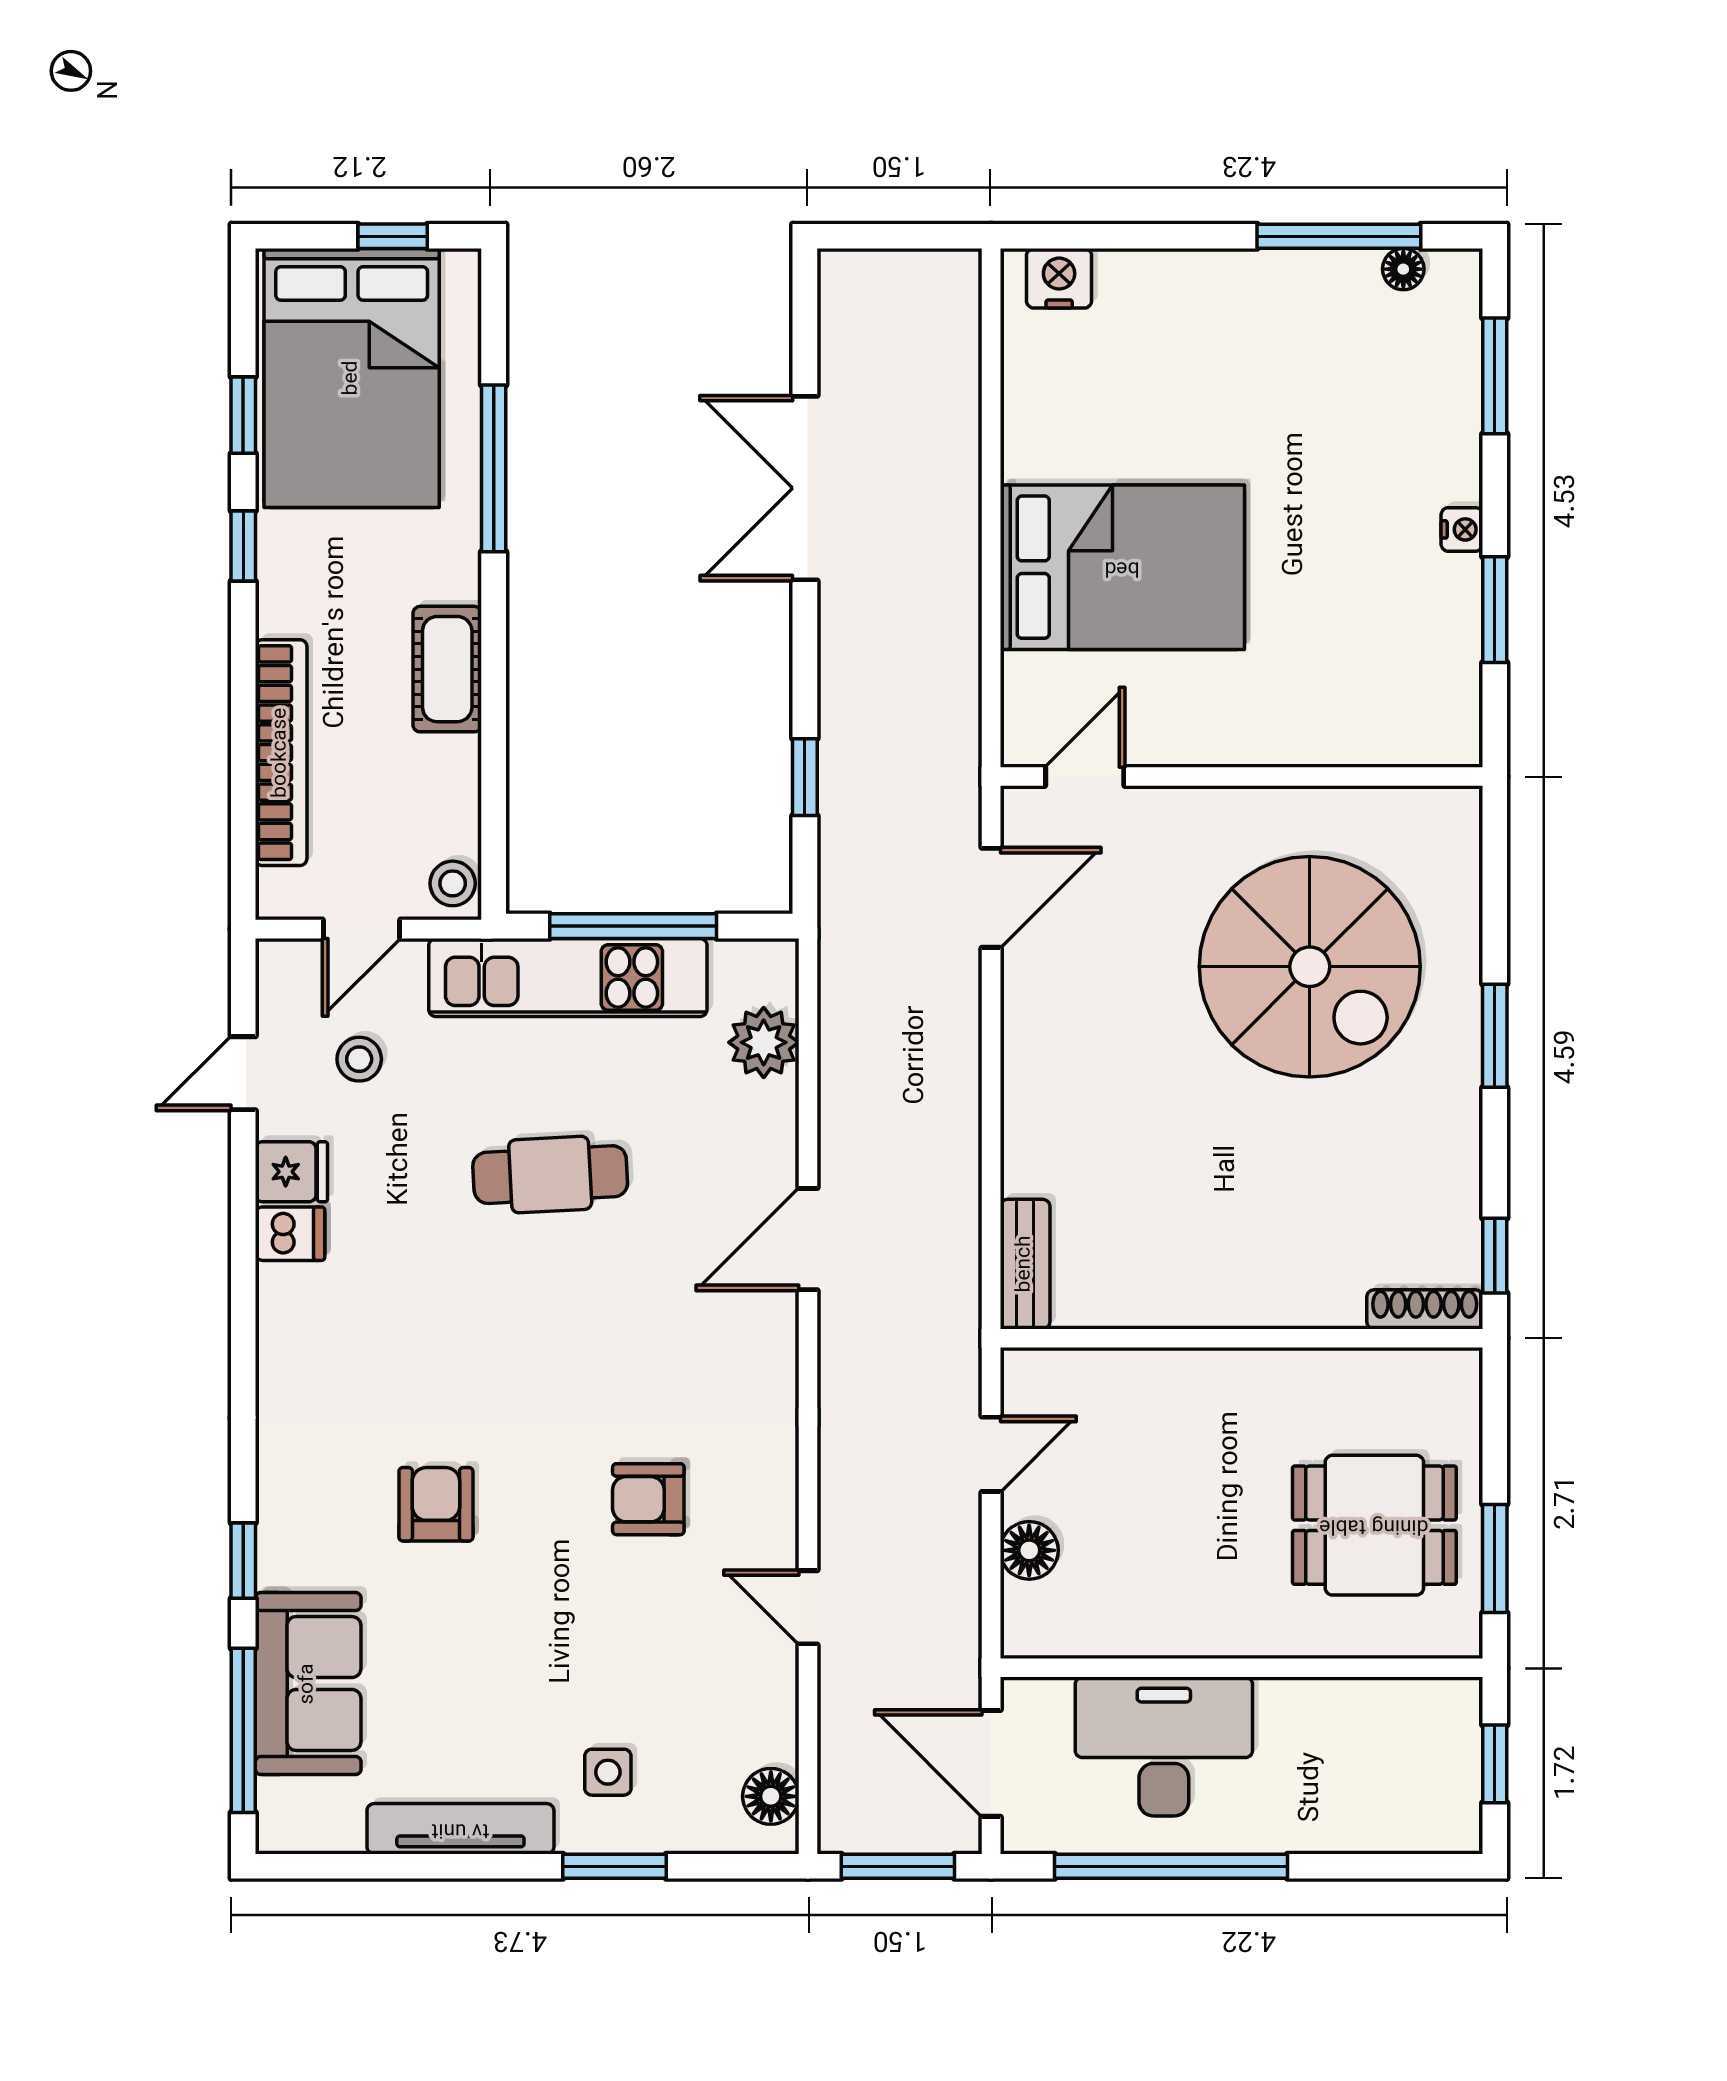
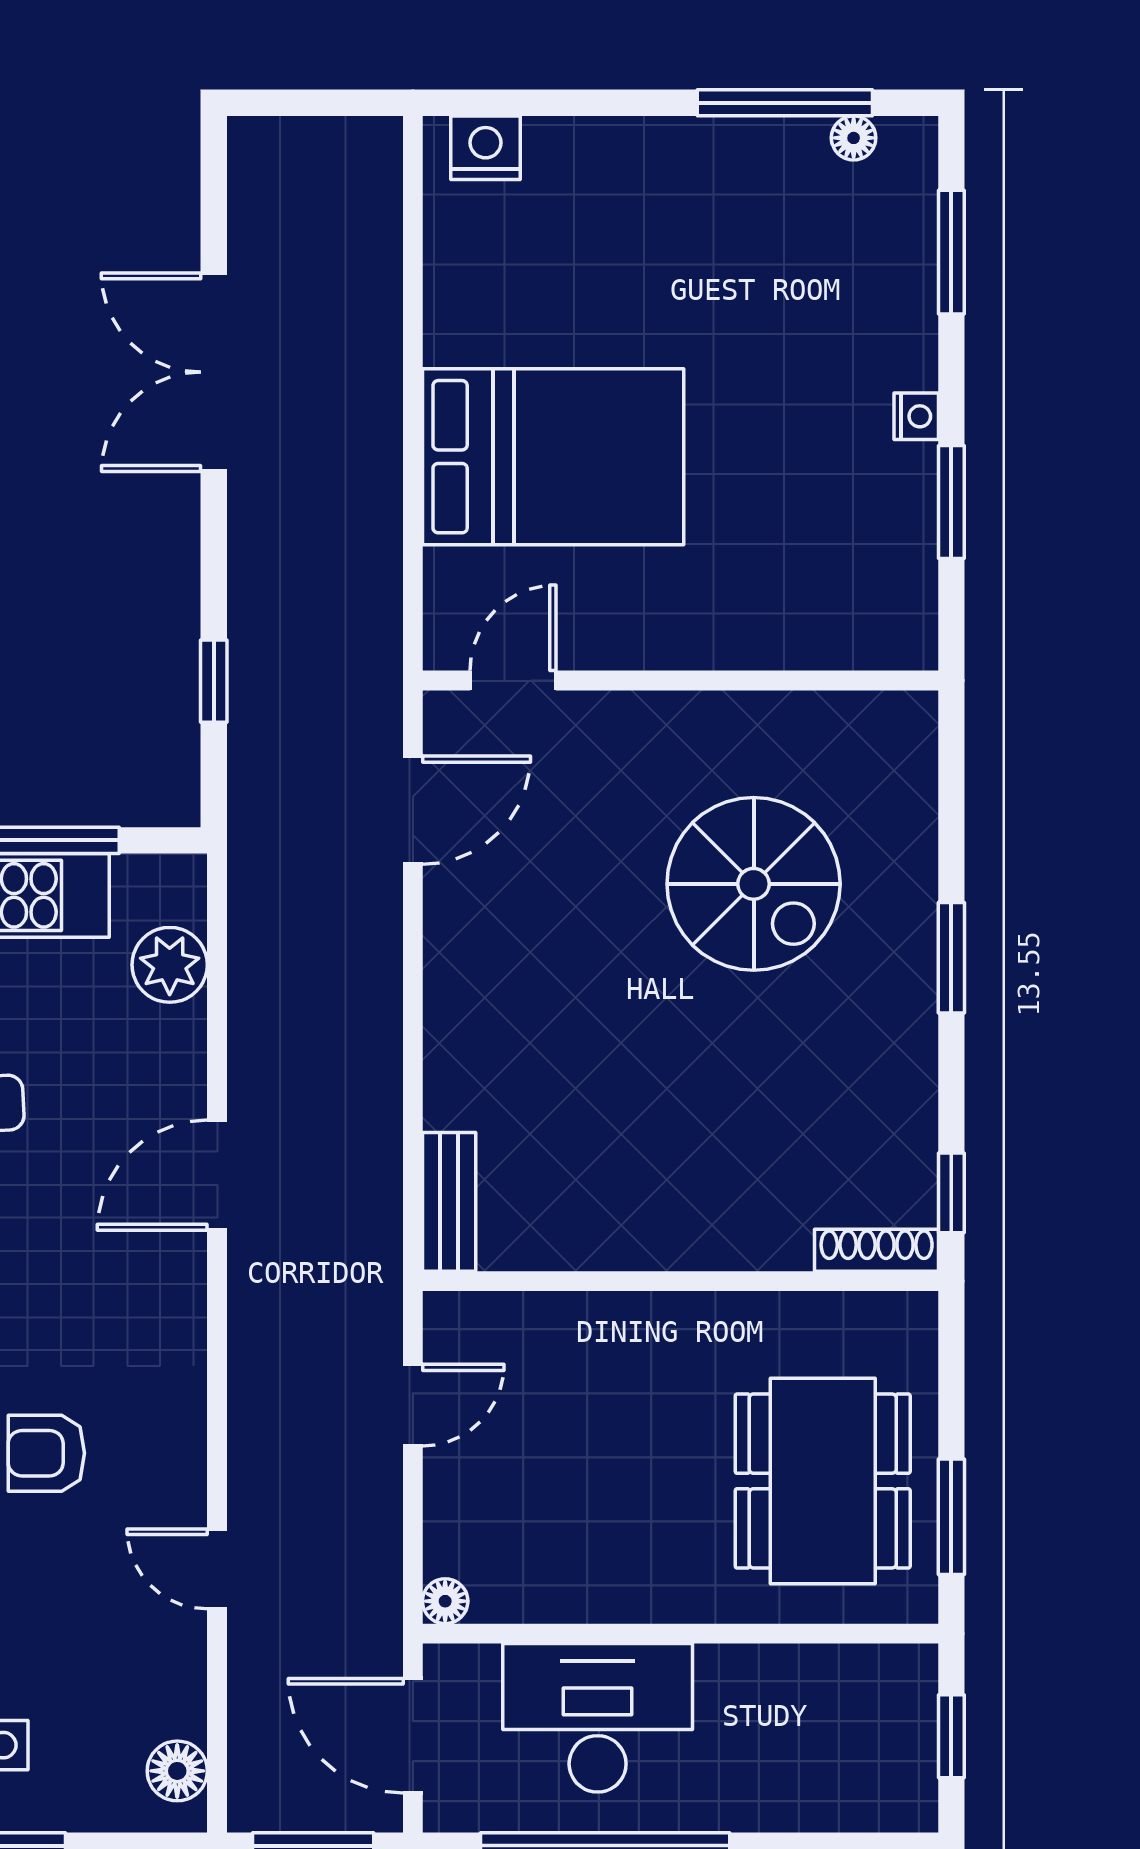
spiral stairs: (1310, 967) -> (754, 884), width x0.73, depth x0.73
dining table: (1374, 1525) -> (823, 1481), width x1.38
floor lamp: (1029, 1550) -> (445, 1601), moved, width x0.73, depth x0.73

